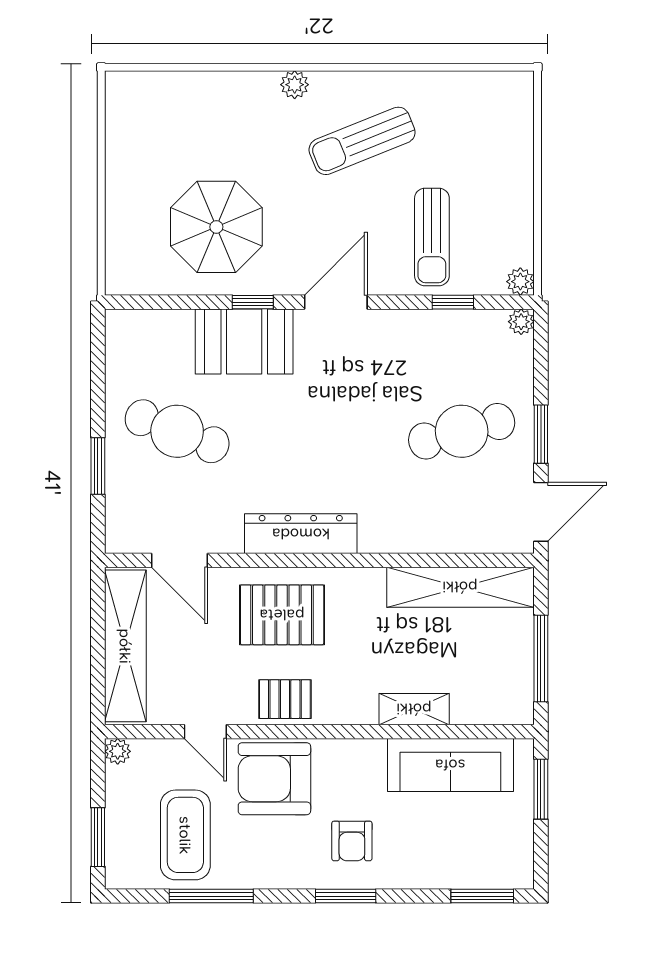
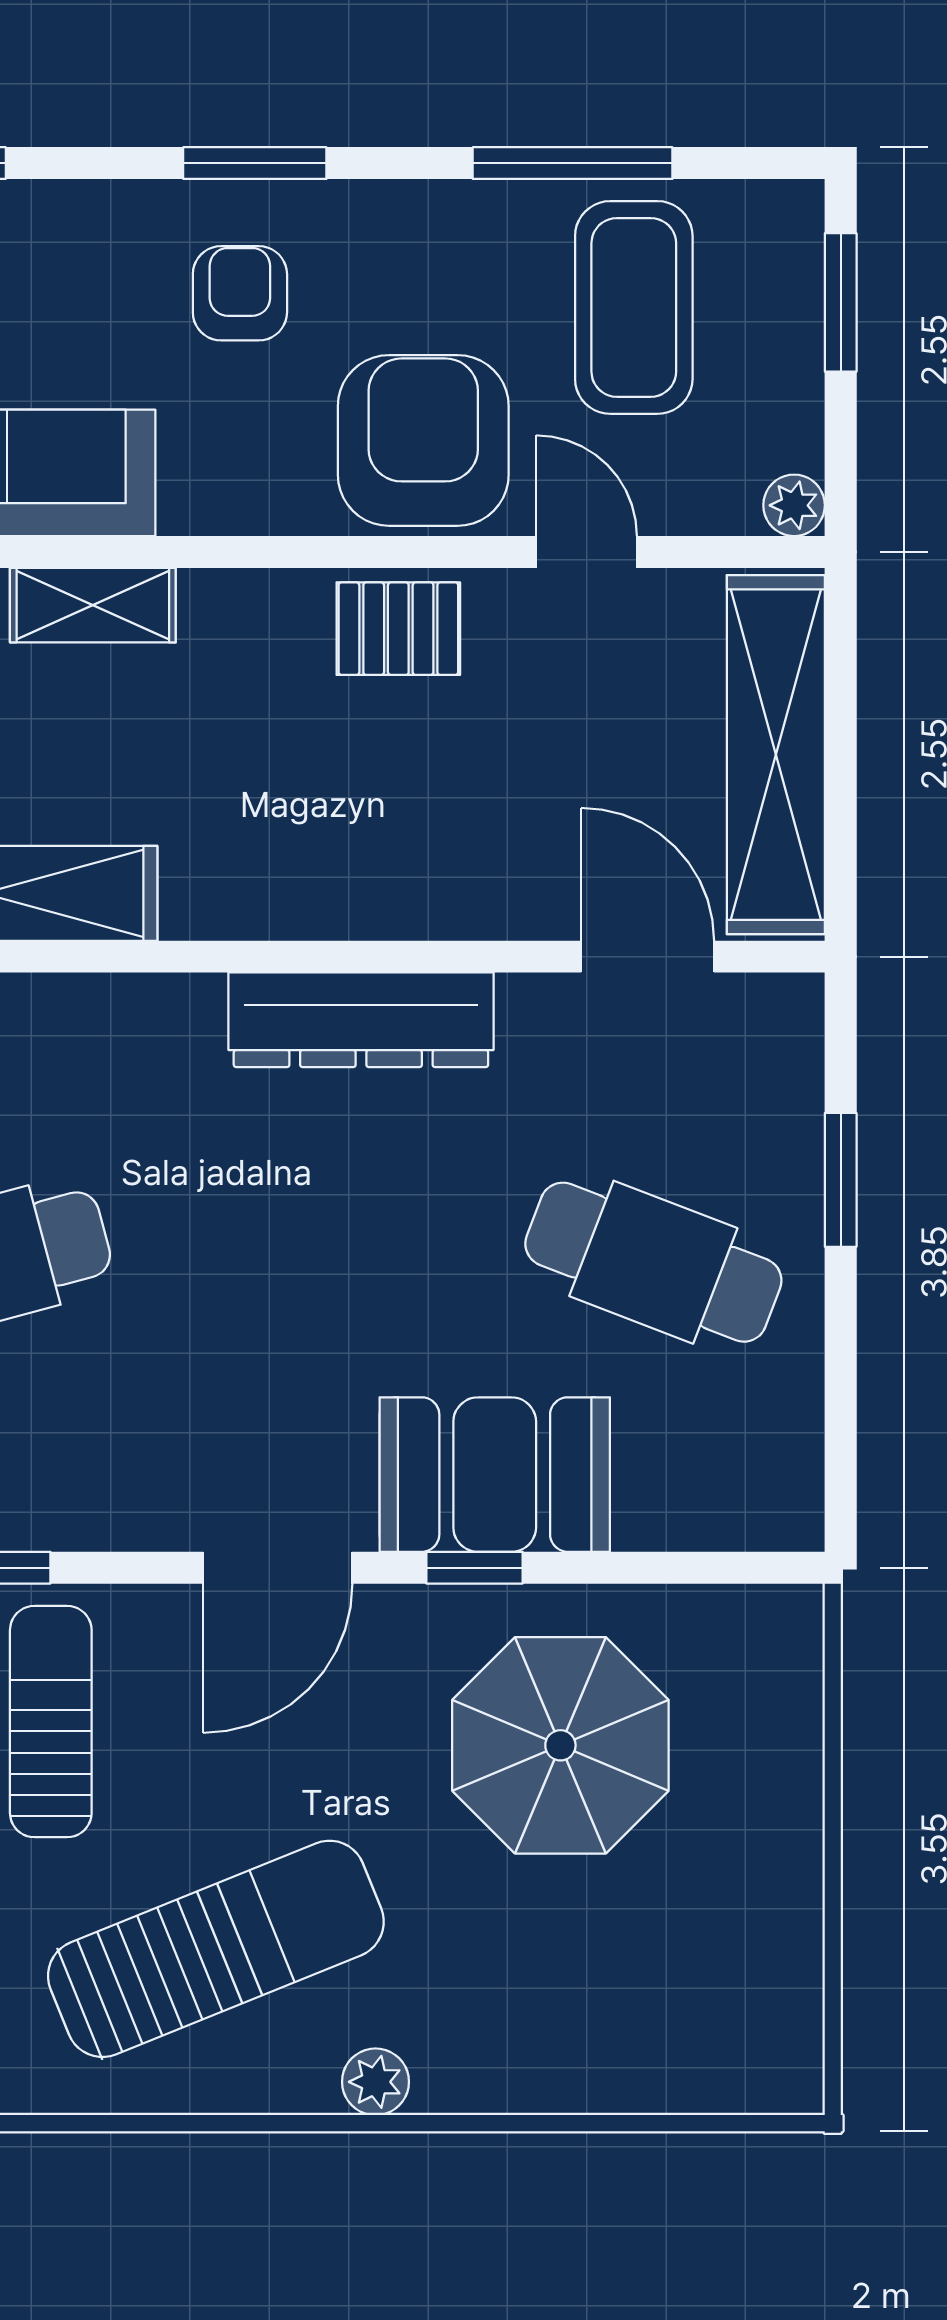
sun lounger: (362, 141) -> (216, 1949), width x1.36, depth x1.34
pallet: (282, 615) -> (405, 828), removed
armchair: (274, 779) -> (423, 440), turned -90

